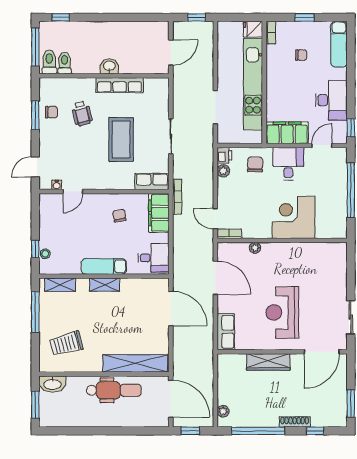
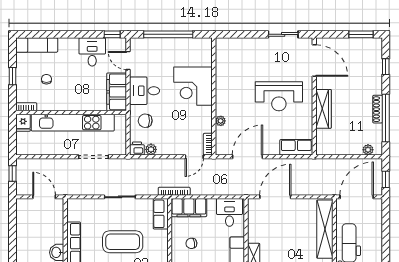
desk: (331, 100) -> (92, 52), width x0.73
shoe rack: (295, 422) -> (378, 109), moved

